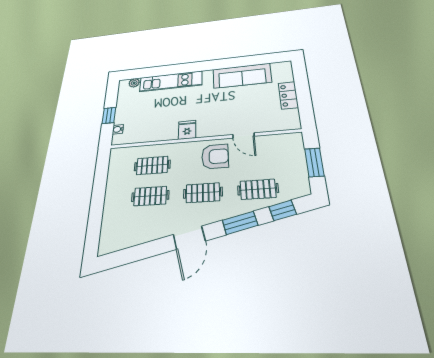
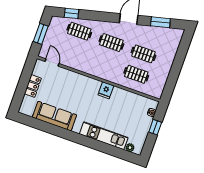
door: (243, 135) -> (52, 62), moved
armchair: (215, 156) -> (95, 63), removed
window: (240, 223) -> (160, 22), moved

